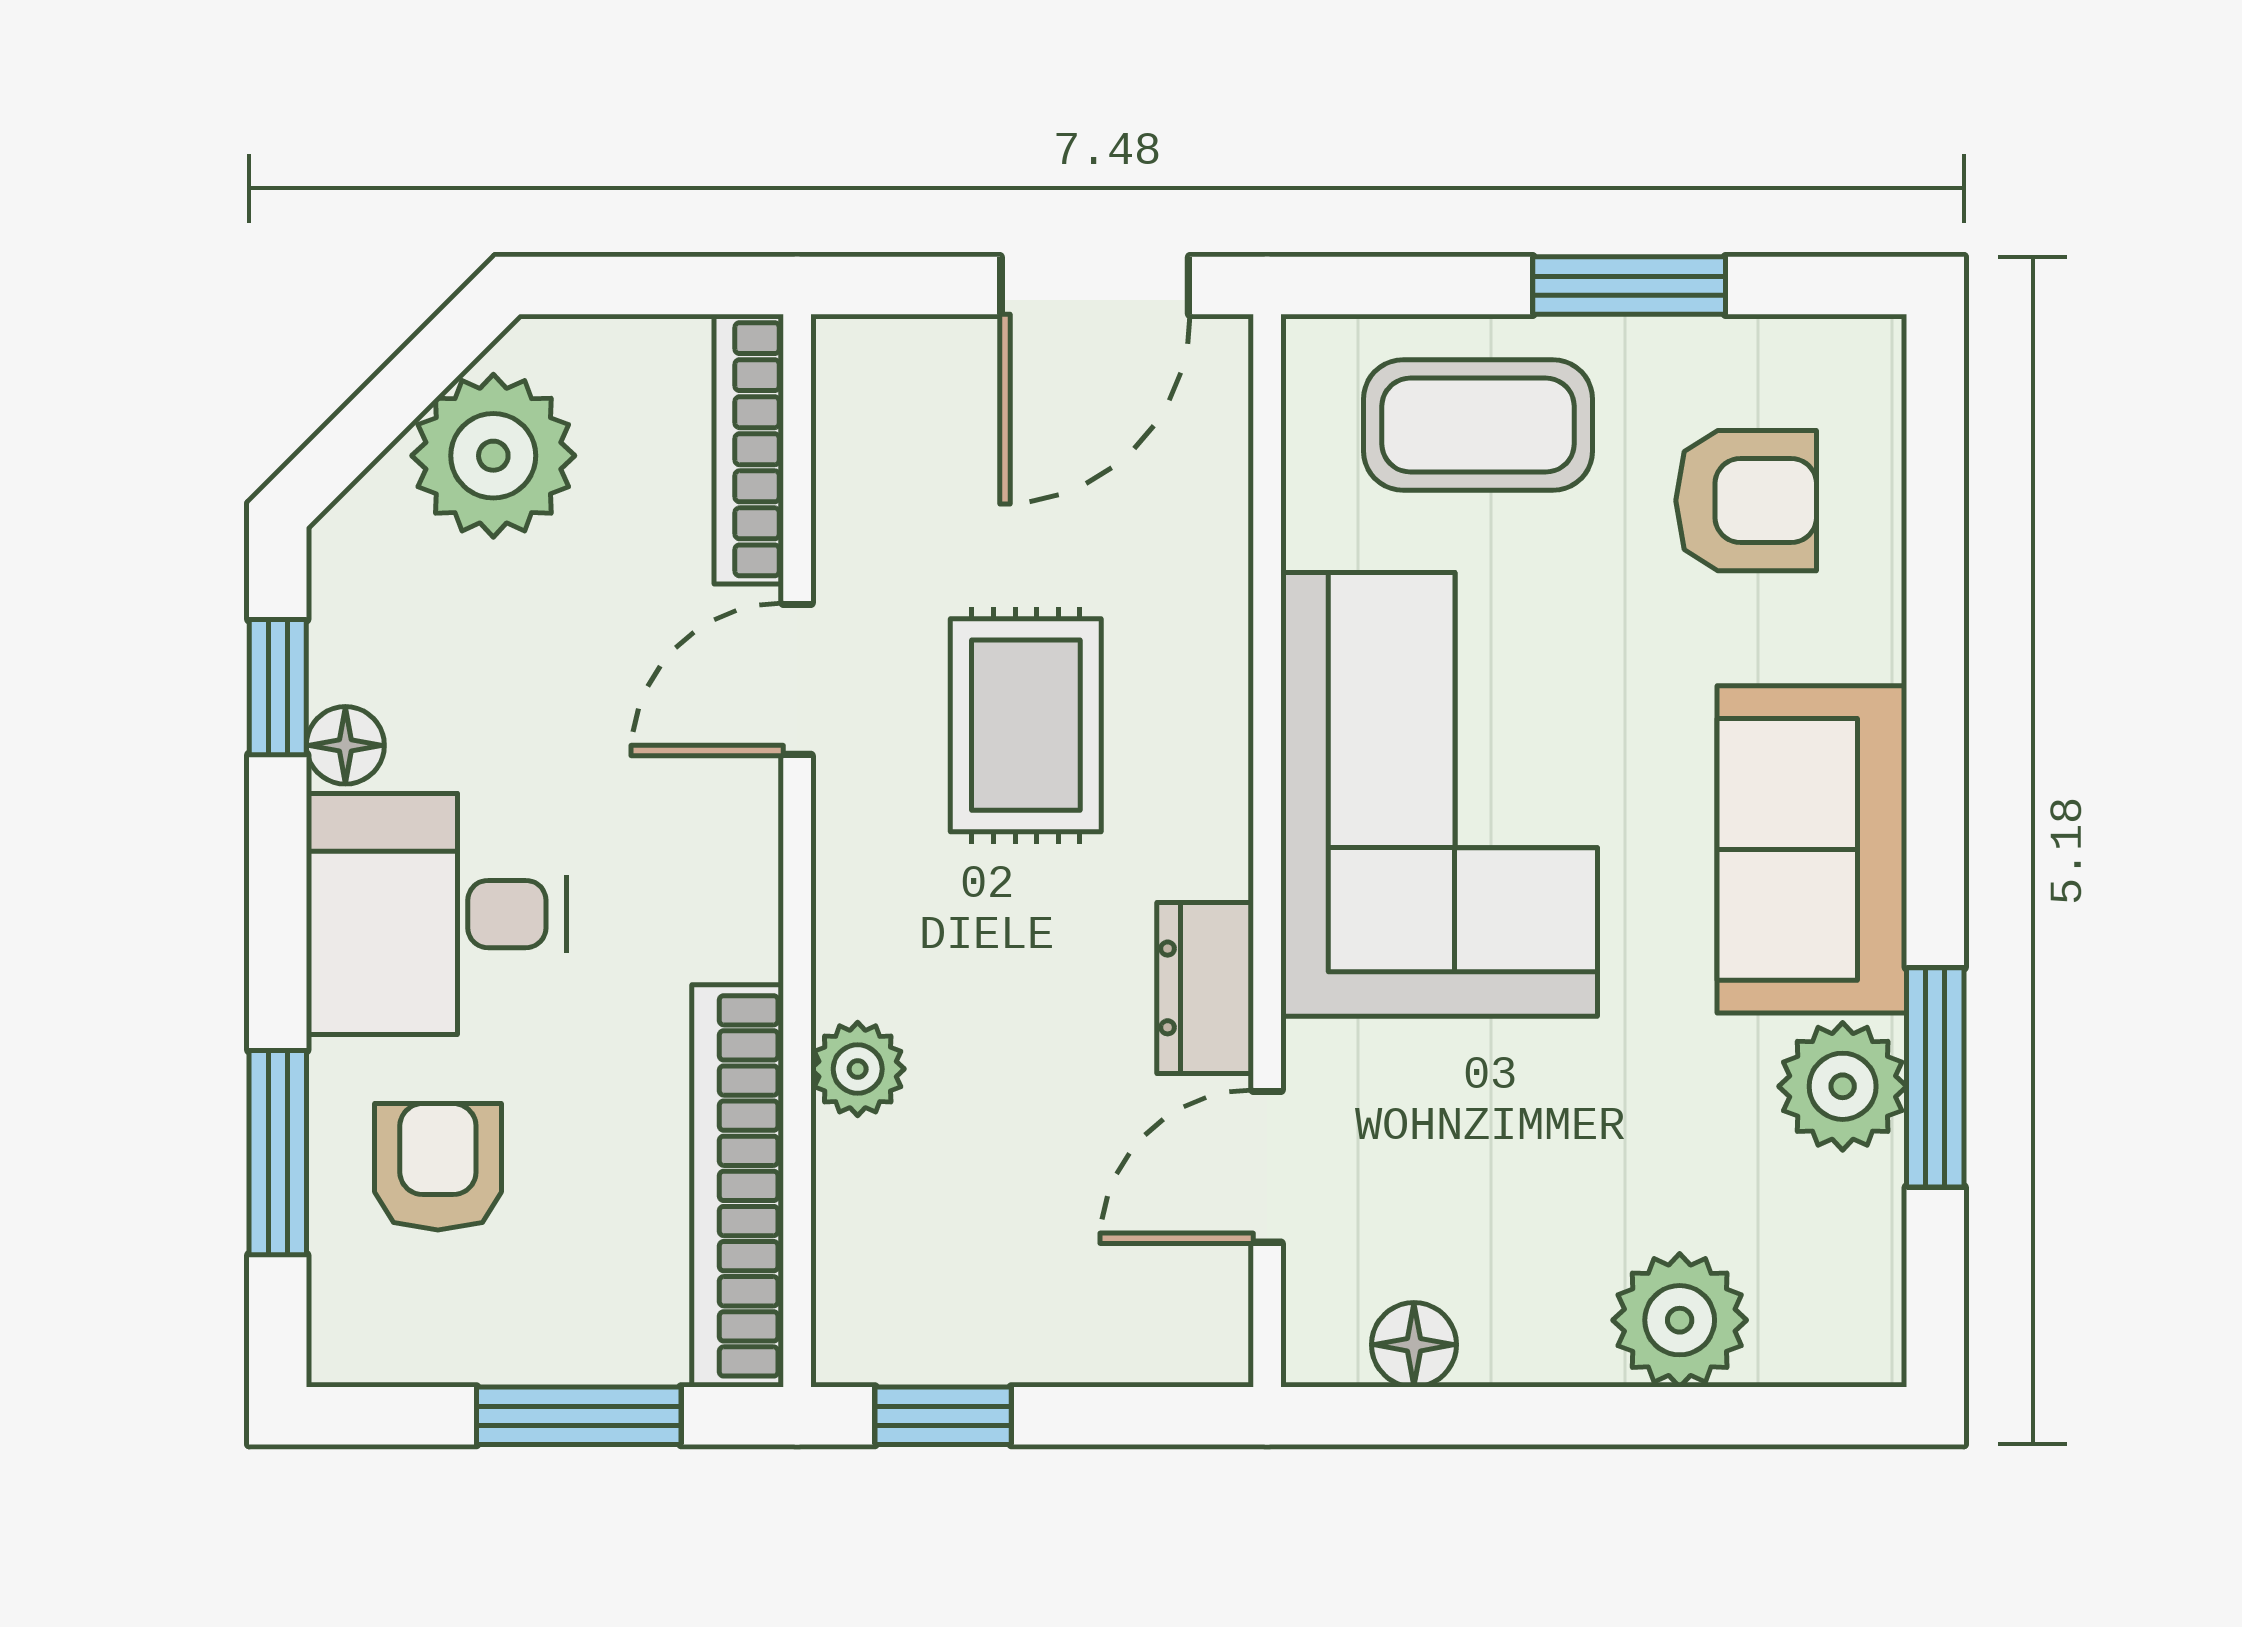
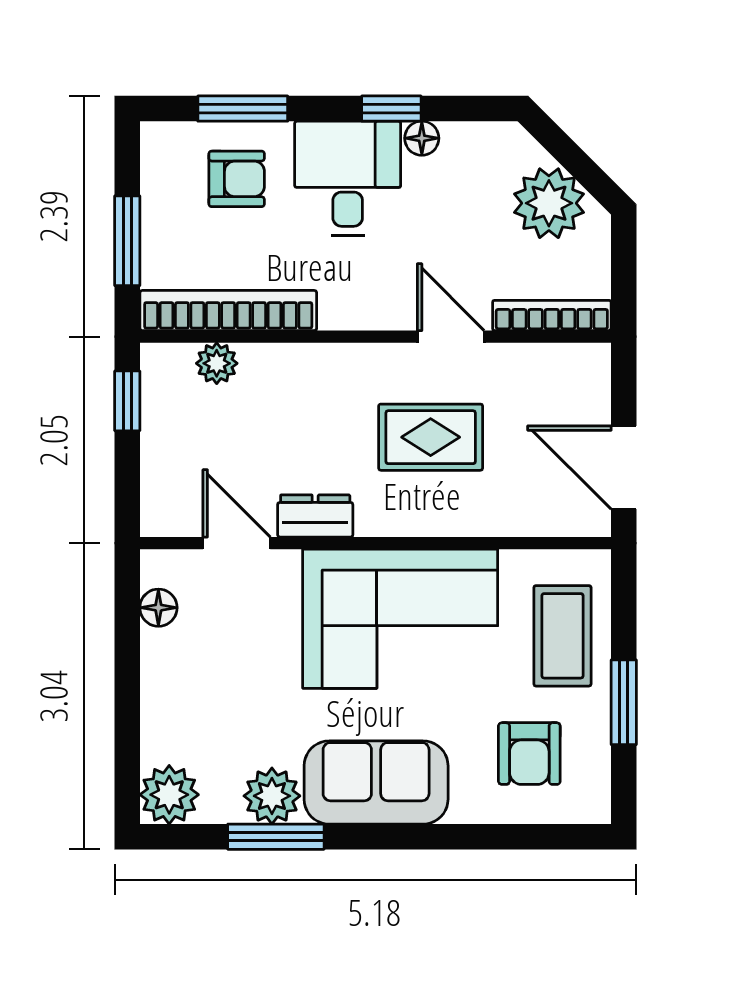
window: (278, 687) -> (391, 109), moved
plant: (858, 1069) -> (217, 363), moved
plant: (1680, 1320) -> (169, 795), moved

